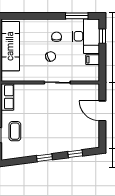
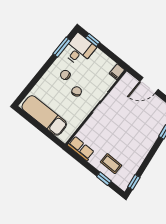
desk: (86, 36) -> (79, 50), width x0.73
filing cabinet: (93, 60) -> (117, 72), moved
window: (44, 158) -> (134, 182), moved

